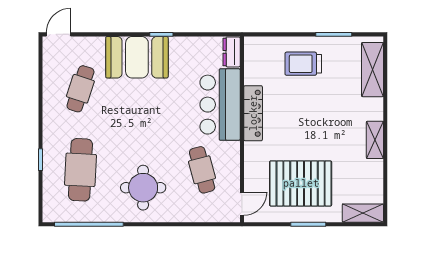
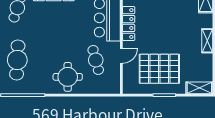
round table: (143, 188) -> (68, 77), moved
door: (242, 204) -> (121, 56), moved

